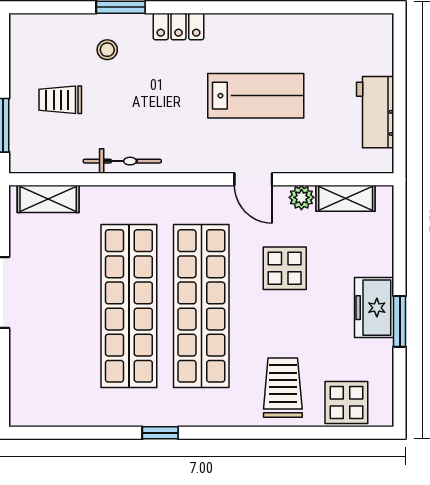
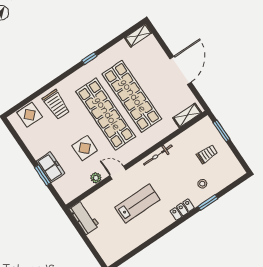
lab bench: (256, 96) -> (137, 203), turned 180
workbench: (375, 112) -> (84, 218), moved
bicycle: (122, 161) -> (158, 155), moved
shelving: (346, 198) -> (138, 35), moved
freezer: (374, 308) -> (51, 167), moved
window: (400, 321) -> (43, 175), moved

